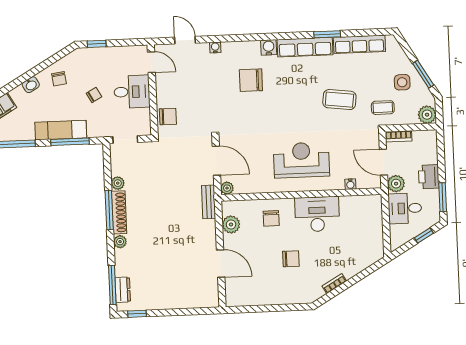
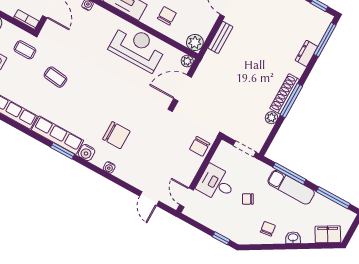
window: (327, 34) -> (62, 151), moved
water cooler: (215, 47) -> (109, 167), moved
coffee table: (339, 100) -> (55, 77), width x0.73, depth x0.77
chair: (168, 116) -> (200, 146), turned -90
reception desk: (301, 160) -> (138, 48), moved, turned 180
door: (216, 161) -> (182, 88), hinge flipped
bench: (209, 202) -> (220, 37), moved
plant: (231, 224) -> (195, 42), moved
plant: (120, 242) -> (298, 70), removed
dresser: (123, 290) -> (306, 53), moved

